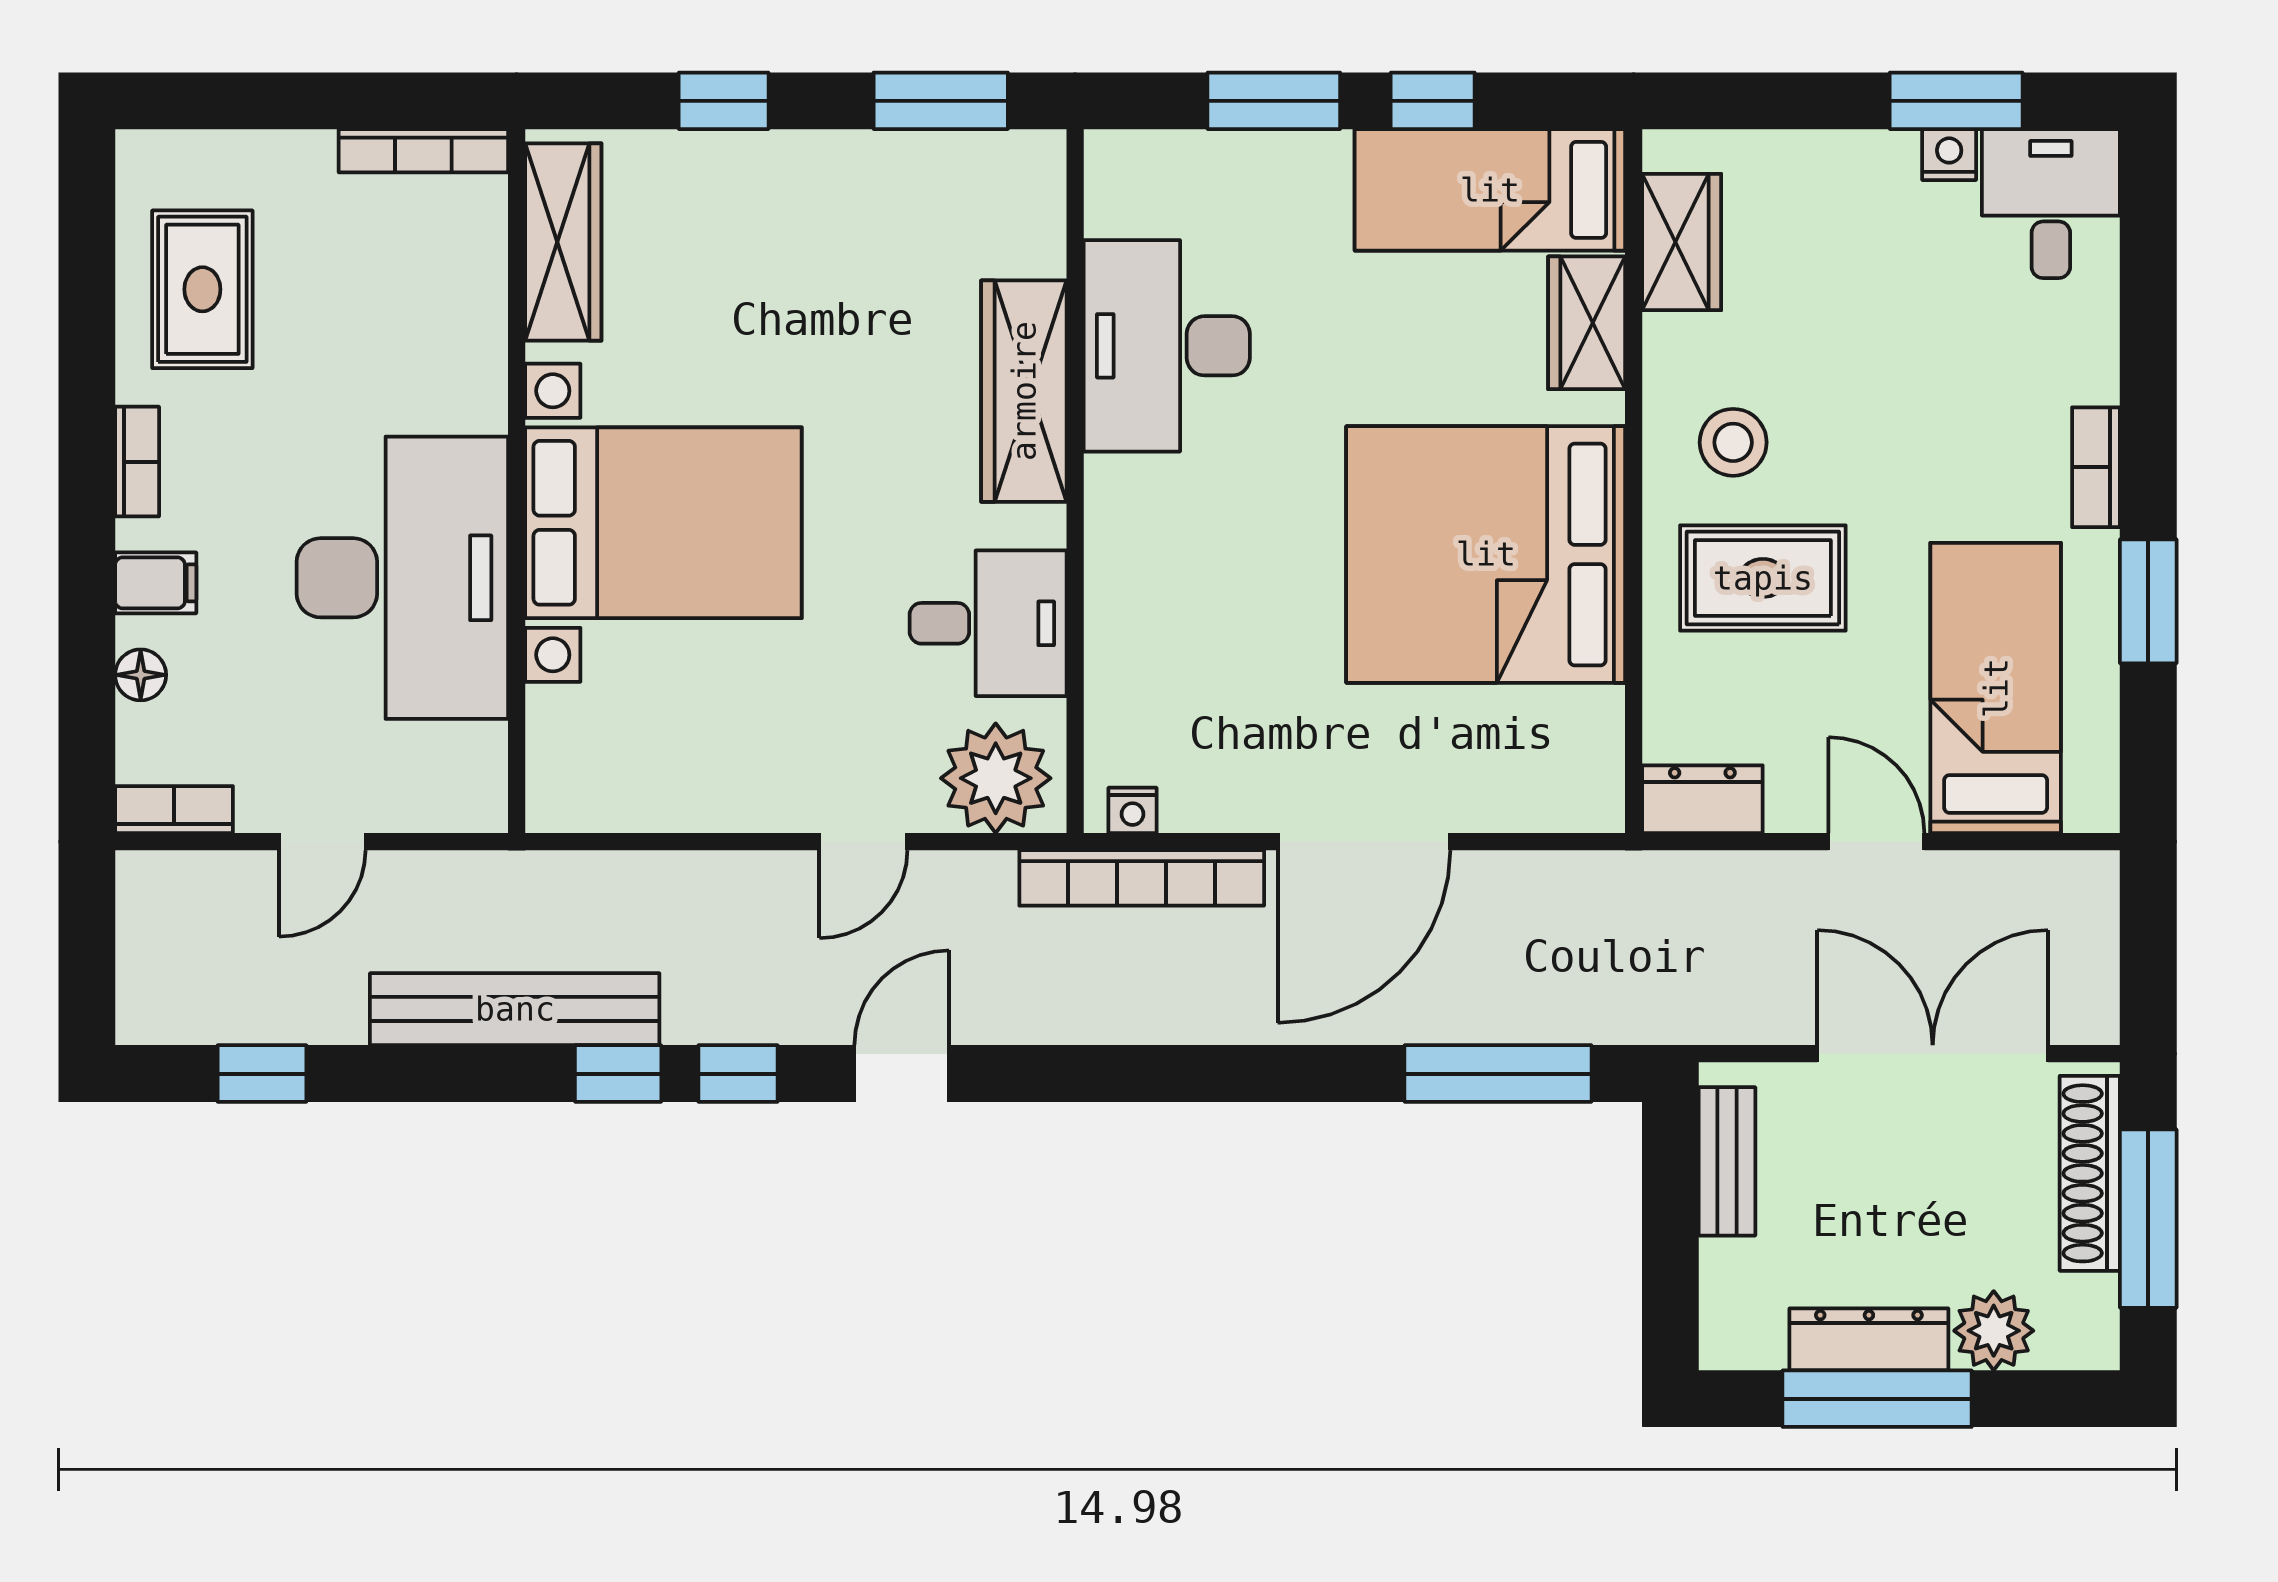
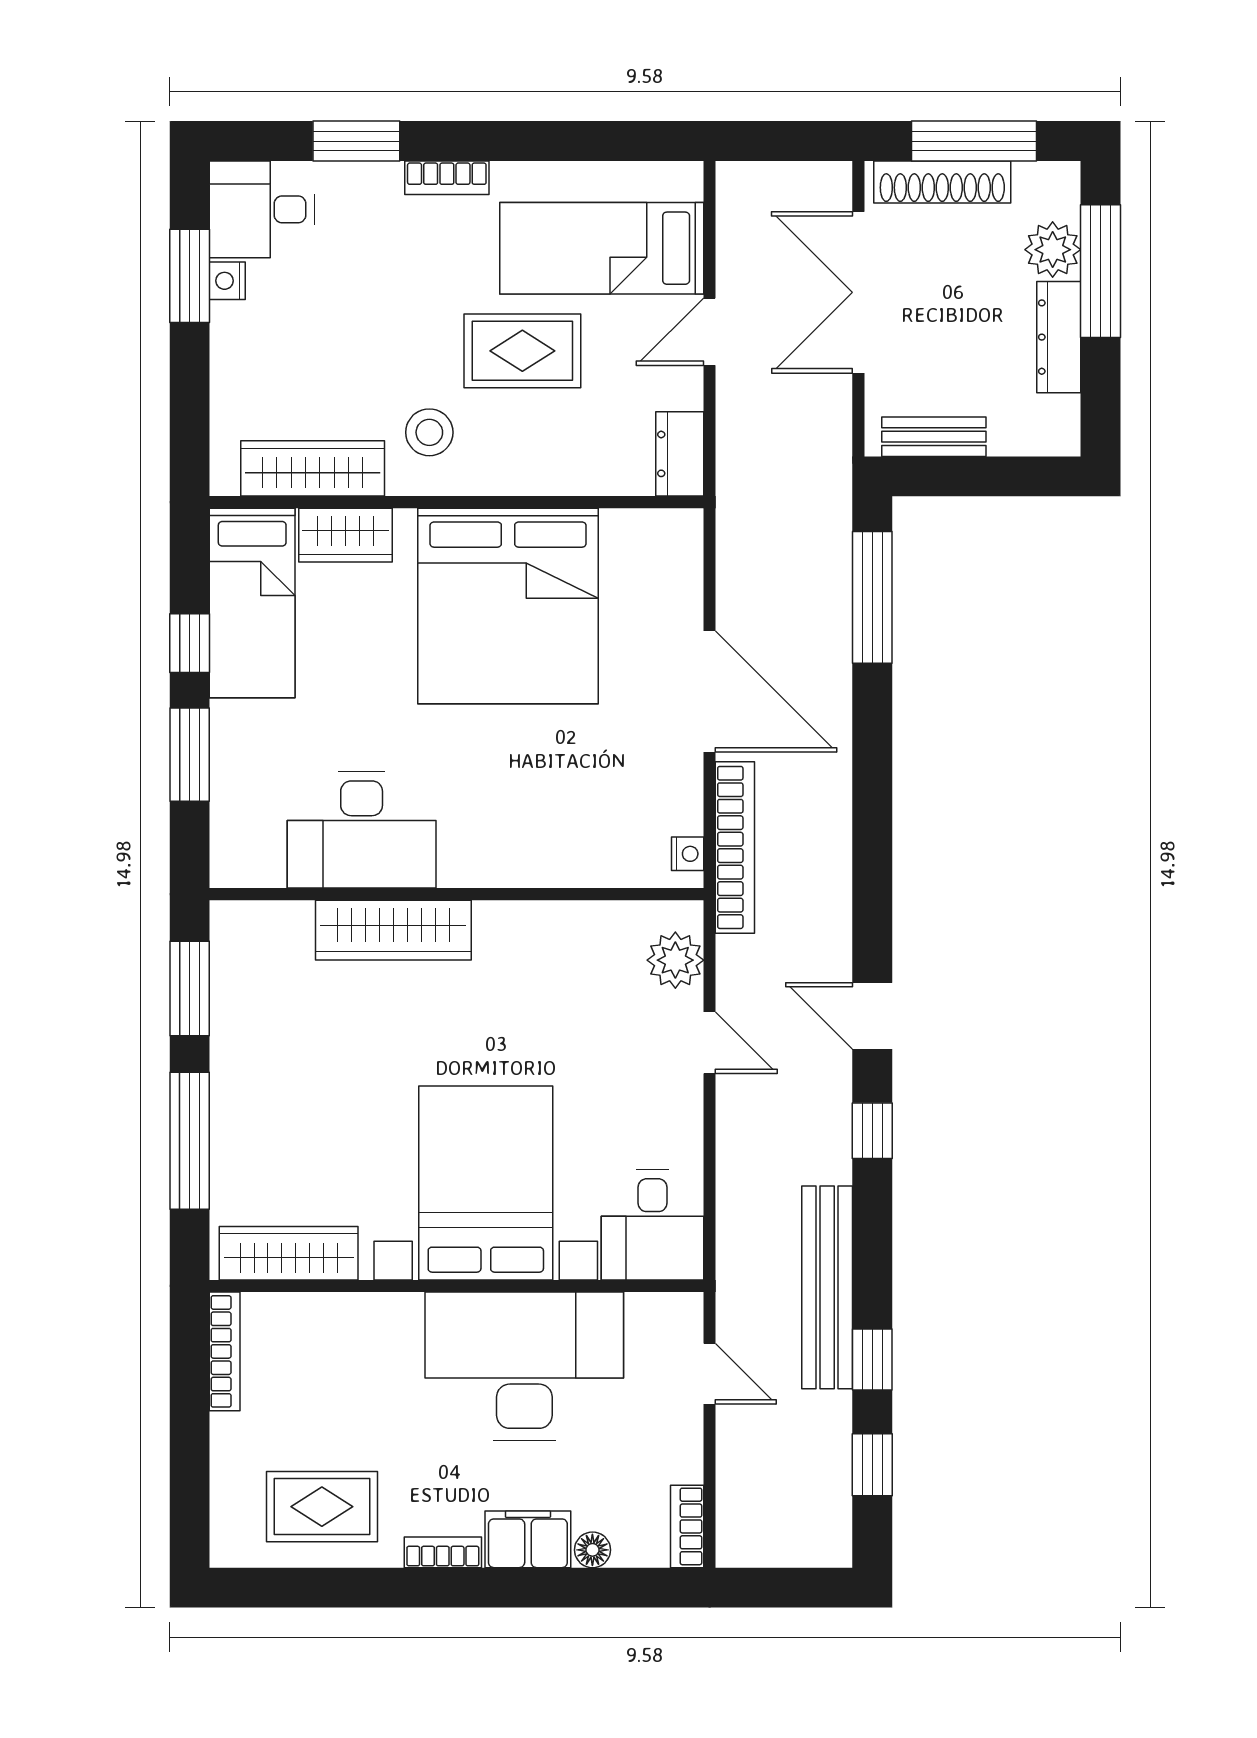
window: (724, 101) -> (190, 1141), width x2.17
wardrobe: (1682, 242) -> (313, 468), width x1.50
rug: (1763, 578) -> (522, 351), moved, turned 90
filing cabinet: (156, 583) -> (528, 1539), width x2.00
window: (2148, 601) -> (356, 141), moved
desk: (988, 623) -> (652, 1225), moved, turned 180
plant: (996, 778) -> (675, 960), width x0.73, depth x0.73
door: (322, 842) -> (710, 1374), moved
window: (618, 1074) -> (872, 1359), moved
window: (1877, 1399) -> (1100, 271), moved

